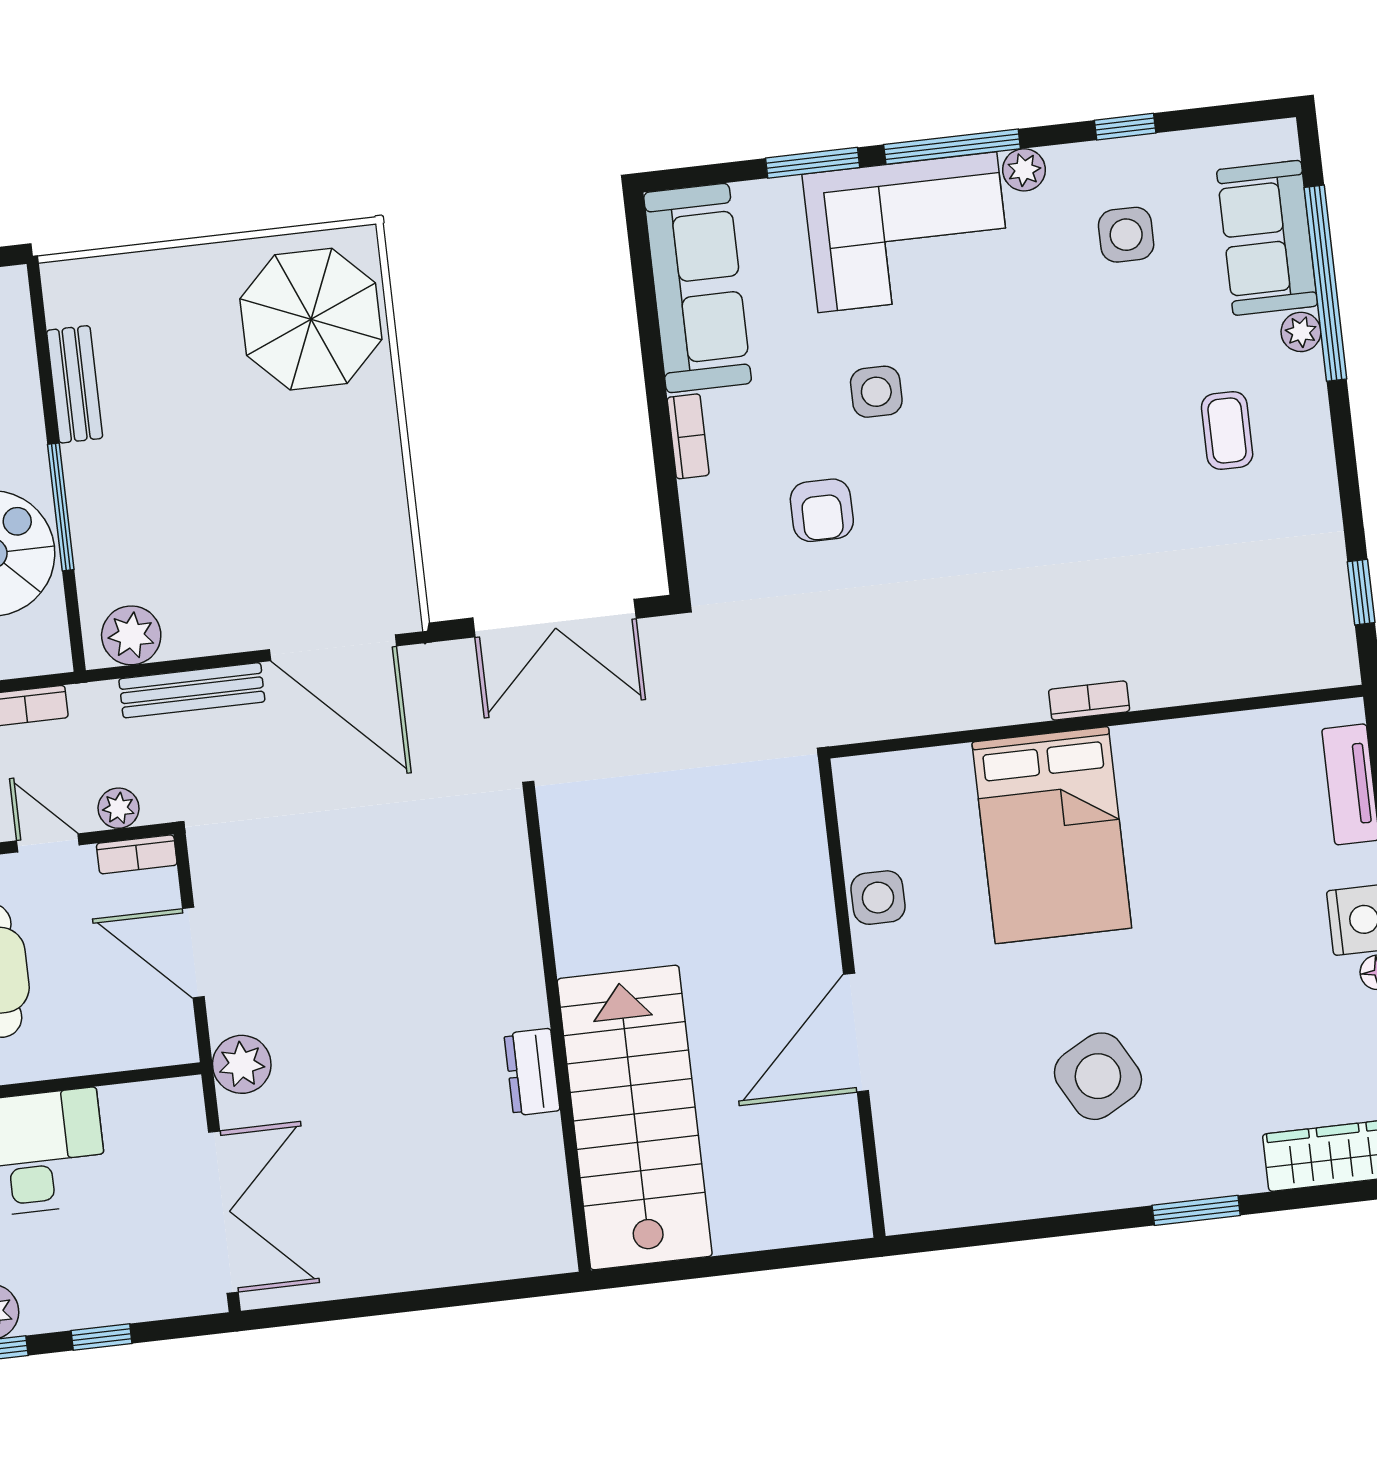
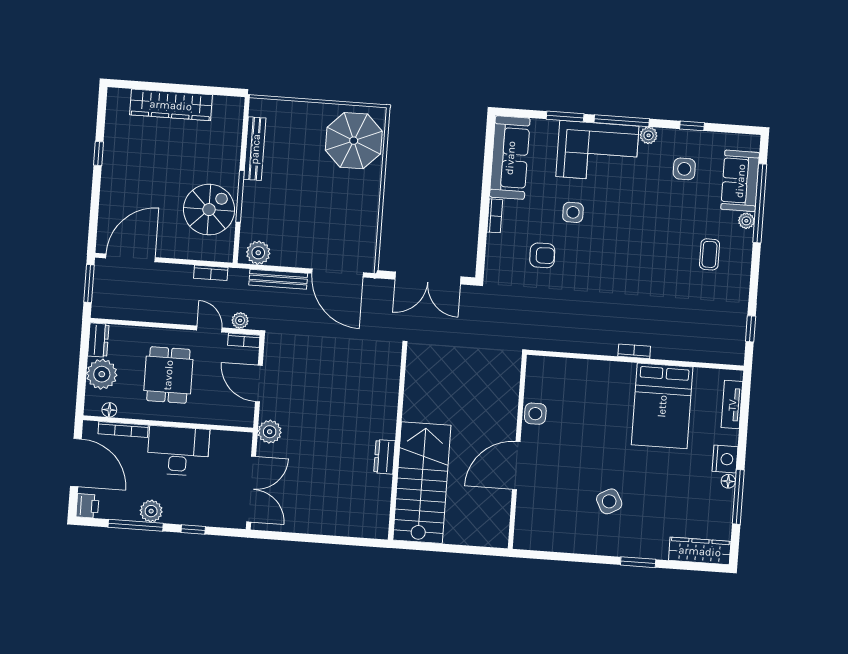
bench: (75, 384) -> (255, 149), width x1.36
armchair: (822, 510) -> (542, 255), turned -91
bed: (1052, 835) -> (662, 406), moved
side table: (1098, 1076) -> (609, 501), width x0.73, depth x0.73

